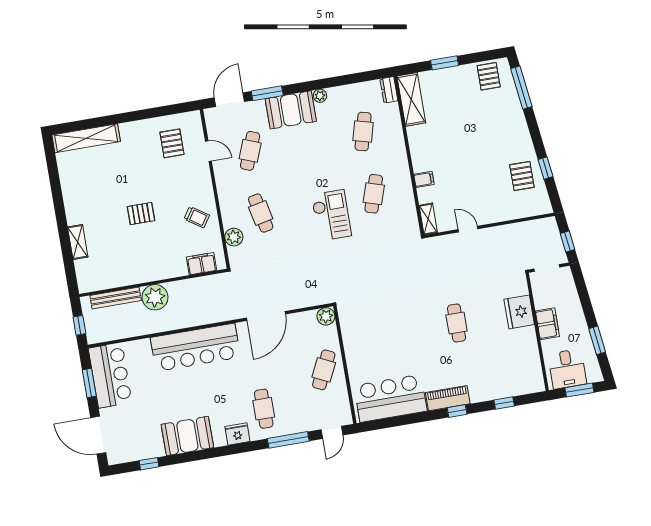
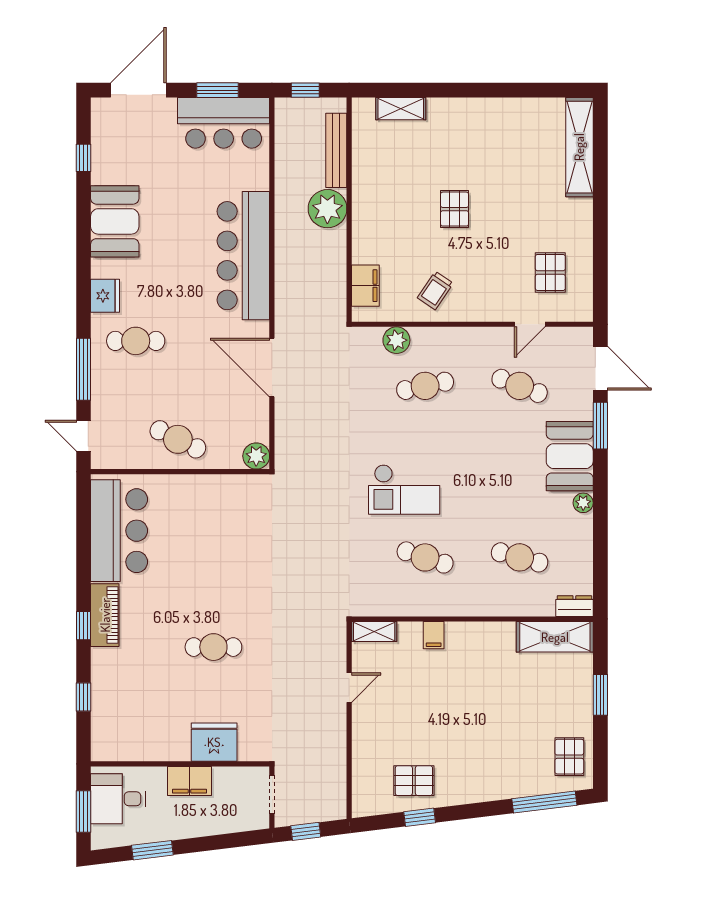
pallet: (489, 76) -> (569, 757), turned 90
pallet: (172, 143) -> (550, 272), turned 90
shelving: (78, 242) -> (401, 109), moved

